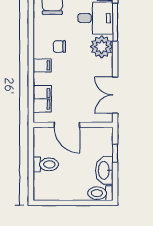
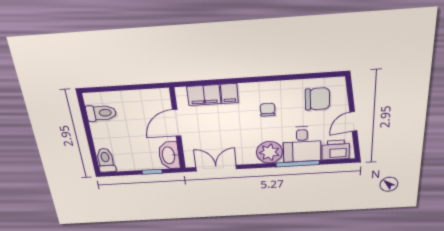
filing cabinet: (42, 65) -> (229, 93), moved
toilet: (46, 164) -> (101, 113), moved, turned -90
washbasin: (104, 170) -> (169, 155), moved, turned -90

